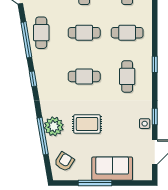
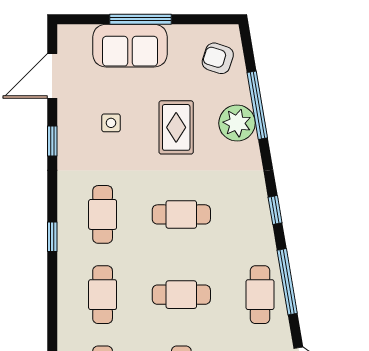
cafe table: (127, 33) -> (103, 295), turned 90
rug: (87, 124) -> (176, 127), turned 90
side table: (145, 124) -> (111, 123), moved
armchair: (64, 162) -> (218, 58), turned 76
window: (95, 183) -> (140, 19), moved

